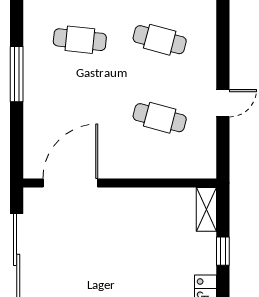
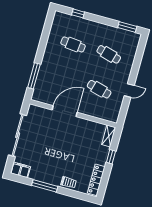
window: (17, 74) -> (34, 76), moved
door: (70, 183) -> (65, 111), moved

